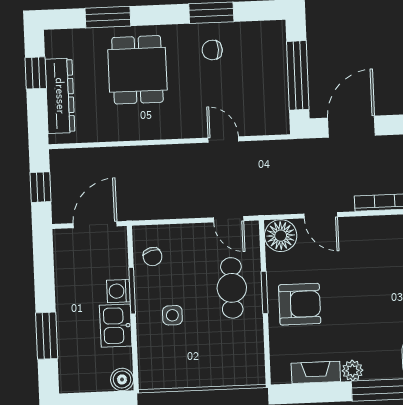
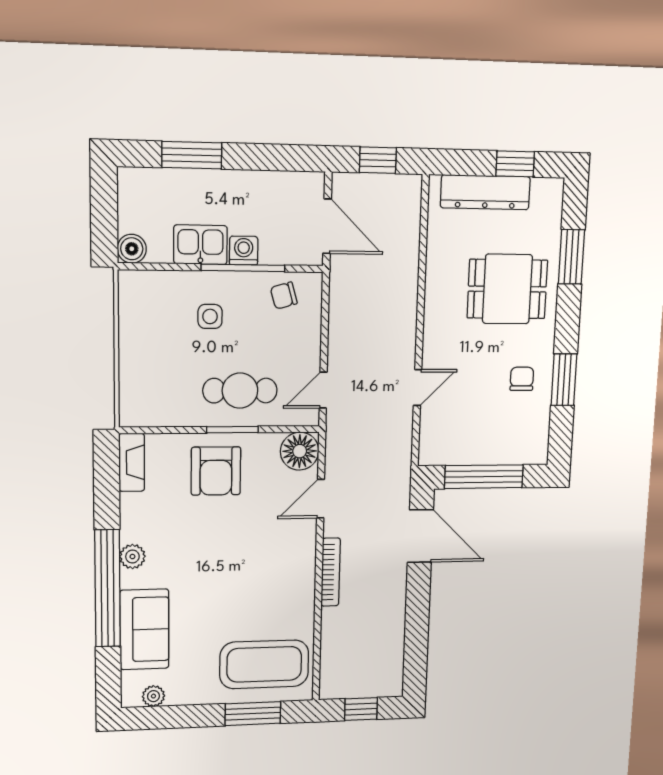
window: (132, 291) -> (243, 268), width x1.44
plant: (353, 371) -> (132, 557), moved
fireplace: (316, 372) -> (132, 462), moved

